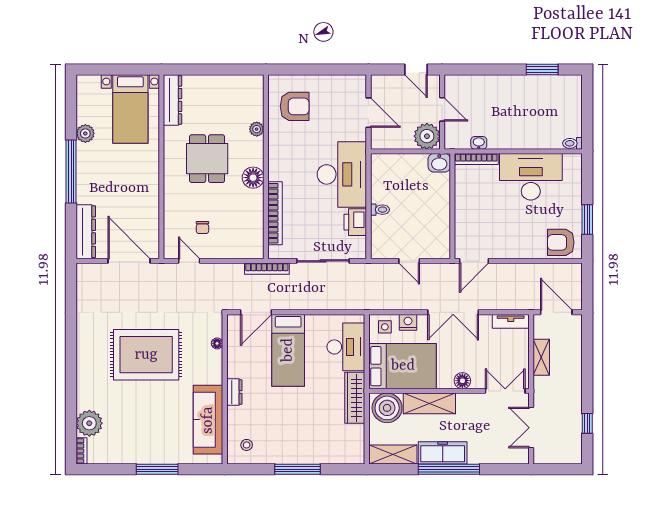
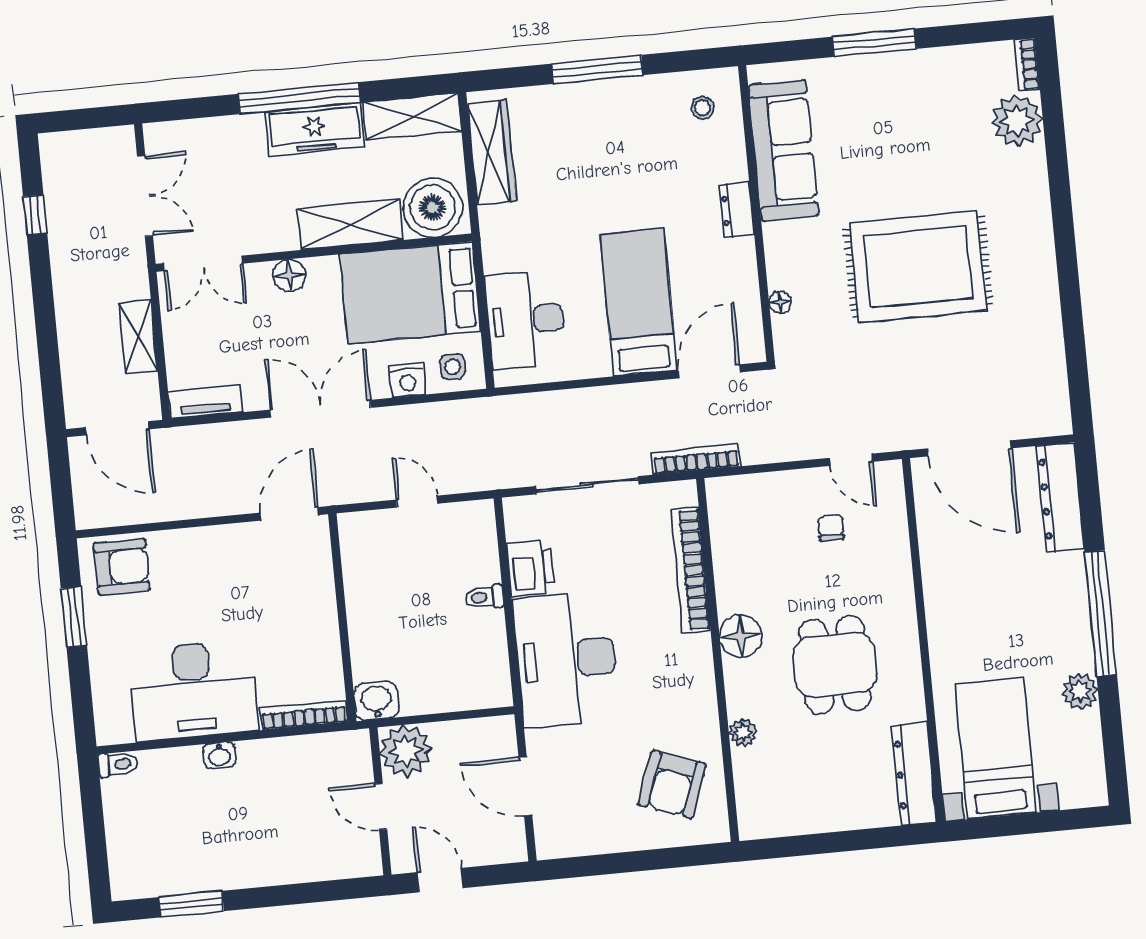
armchair: (295, 106) -> (672, 784), turned -70
washbasin: (479, 143) -> (220, 755), moved
wardrobe: (355, 398) -> (492, 152), moved

